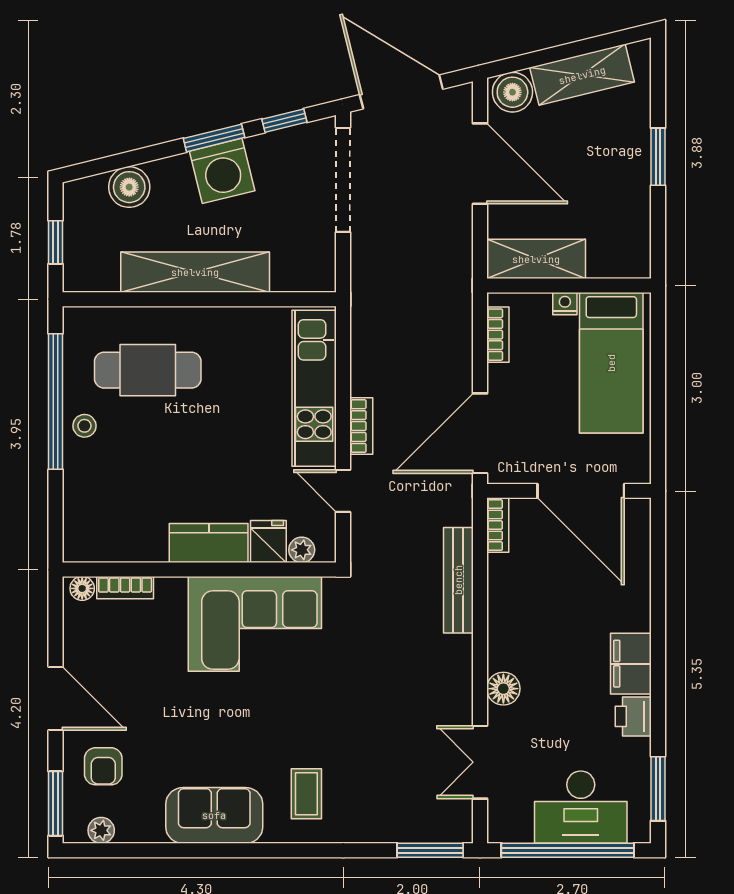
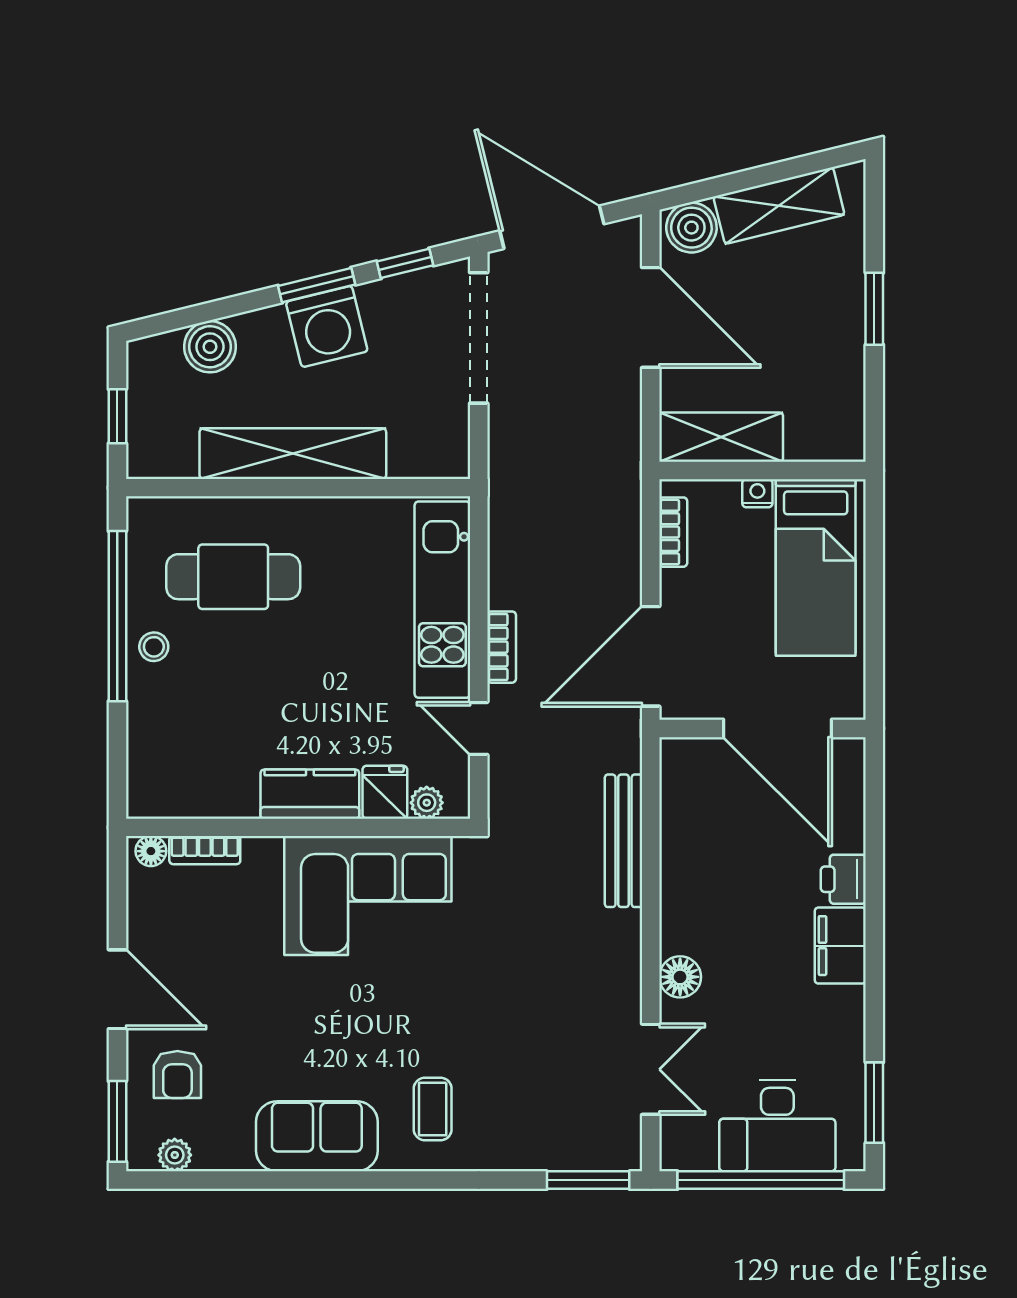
bookcase: (498, 525) -> (673, 771), removed
printer: (633, 716) -> (843, 879), moved
double door: (480, 762) -> (651, 1069), swing flipped

